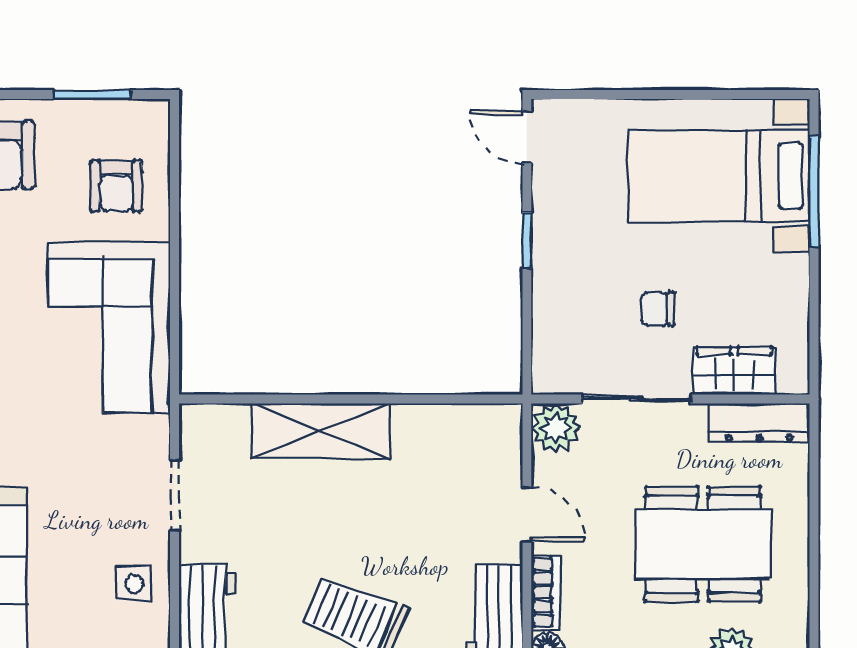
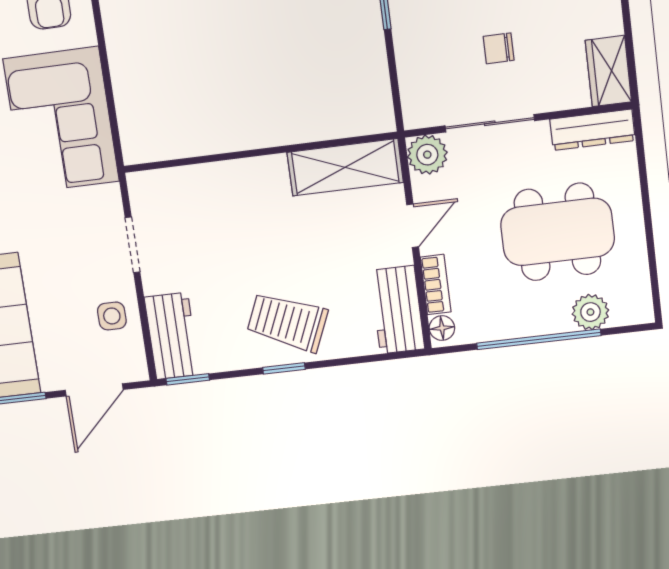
wardrobe: (734, 371) -> (608, 71), moved, turned -90
shelving: (321, 431) -> (345, 167), moved
door: (527, 514) -> (413, 226), hinge flipped

